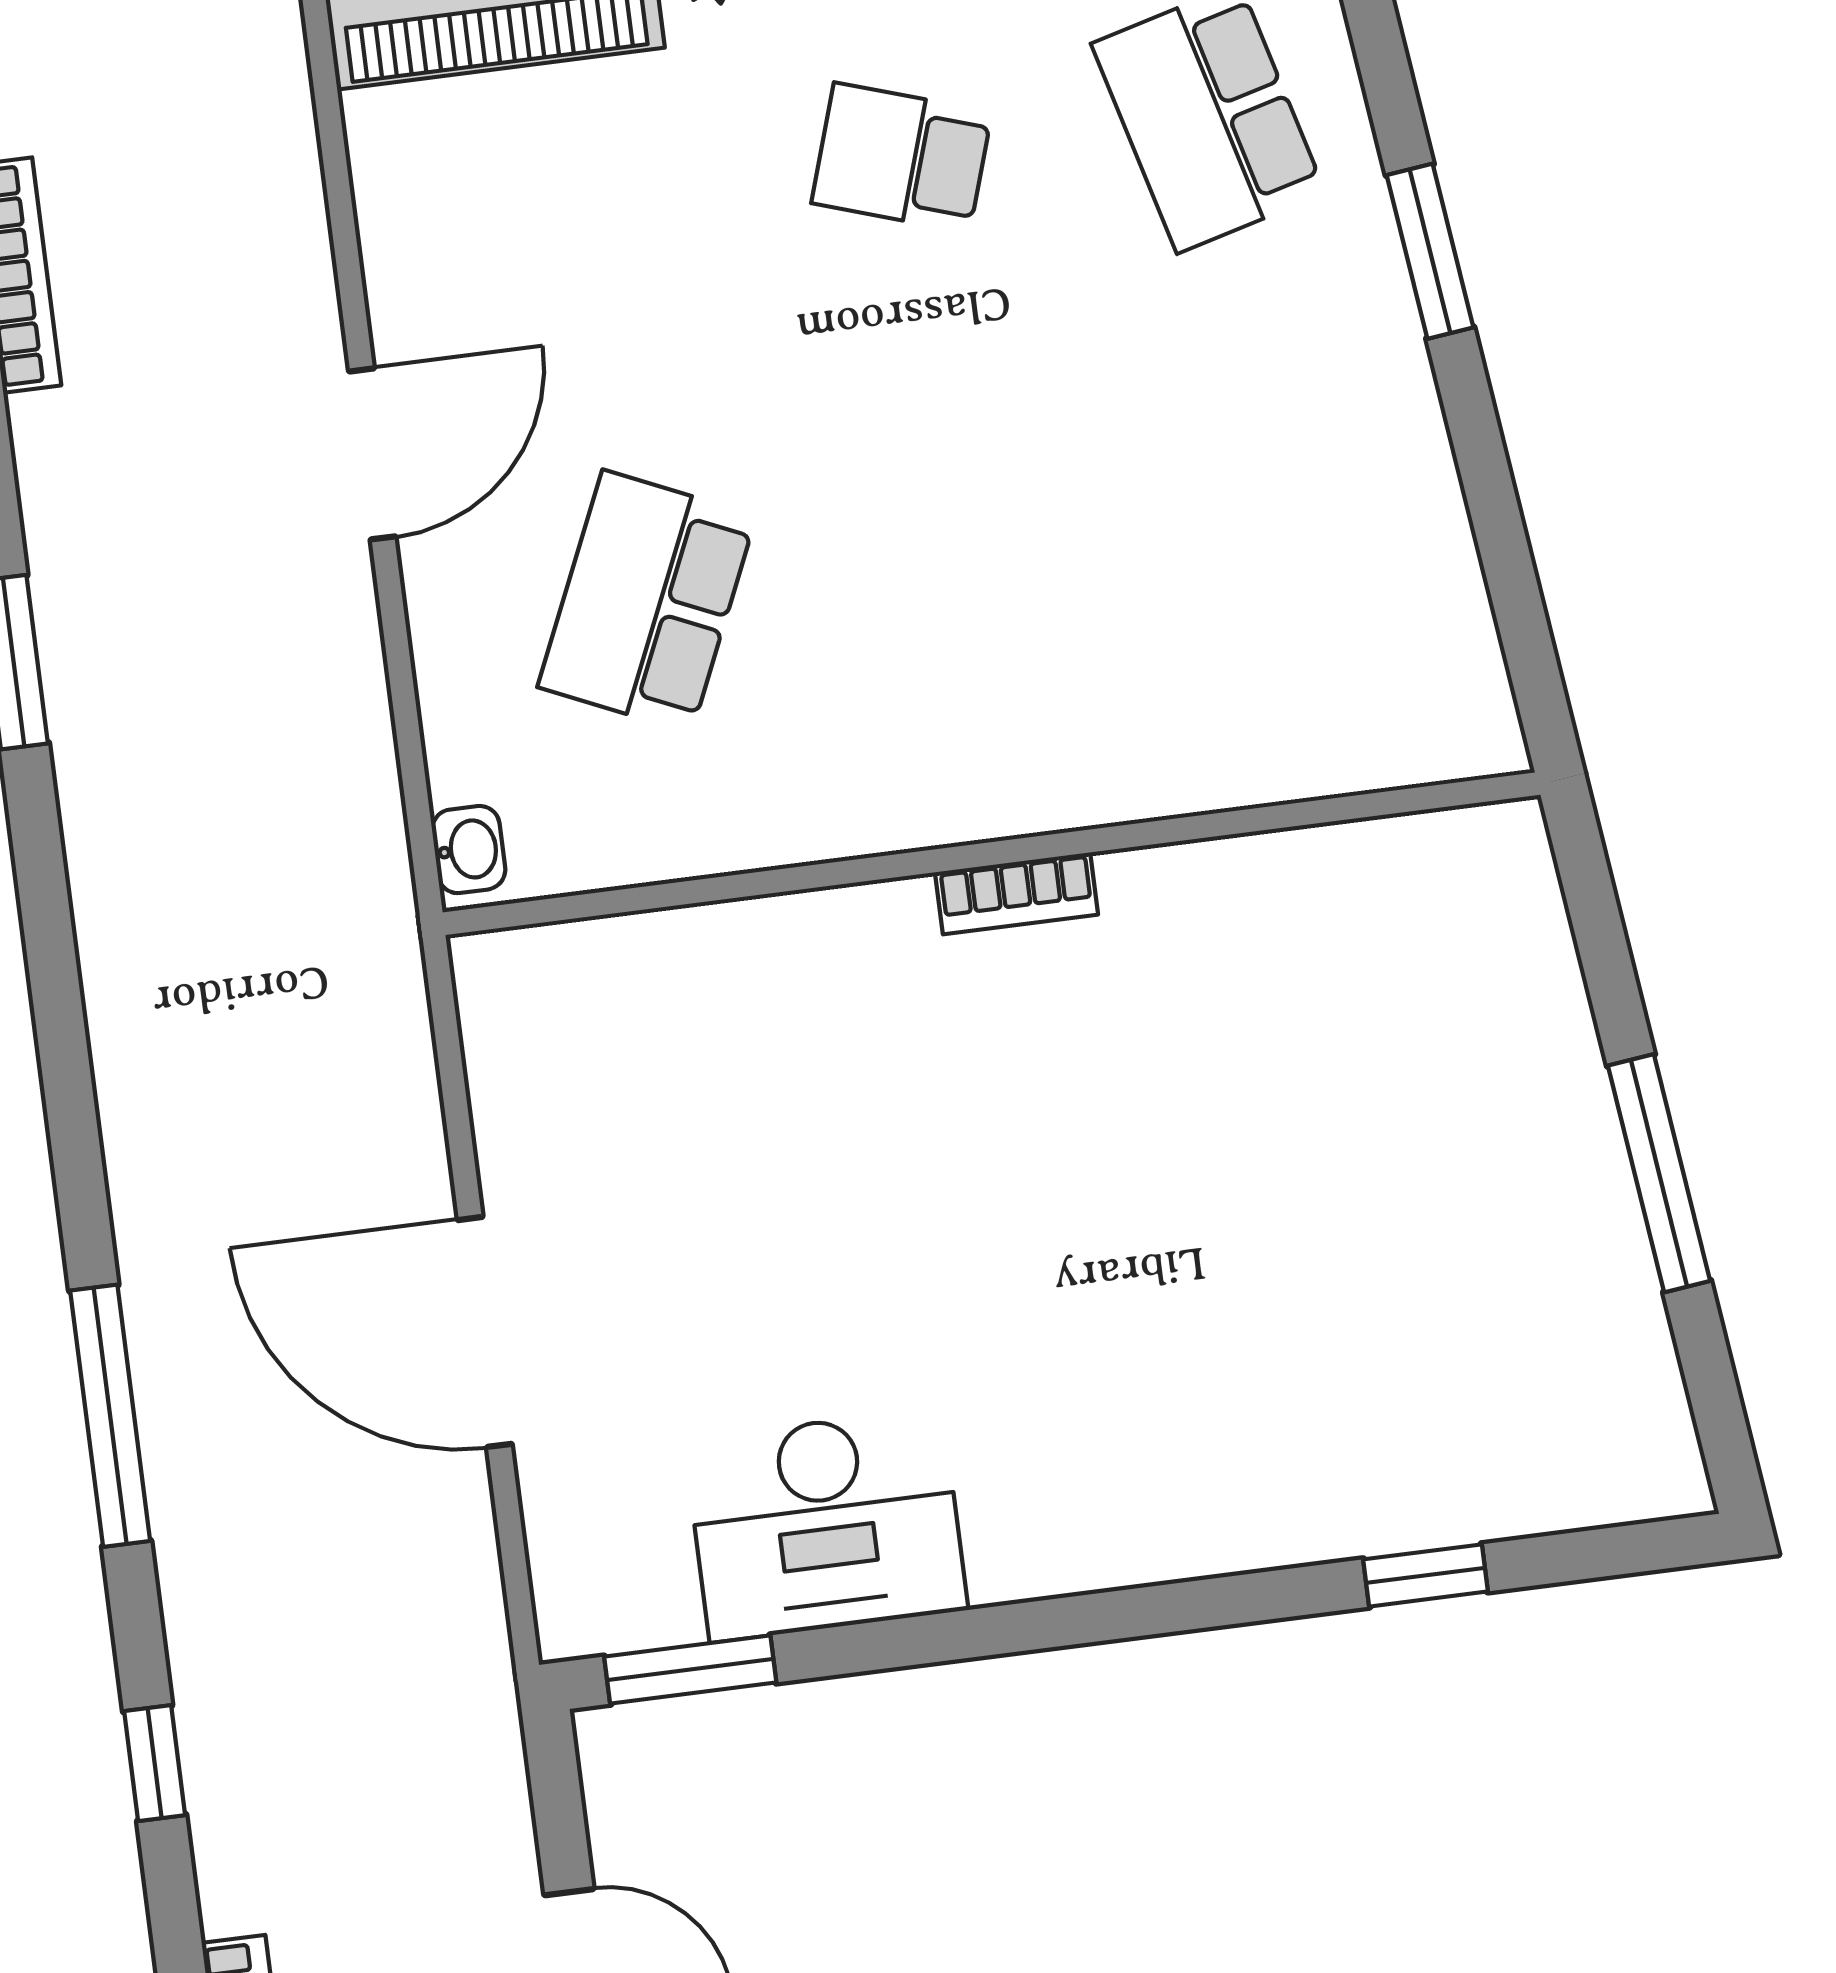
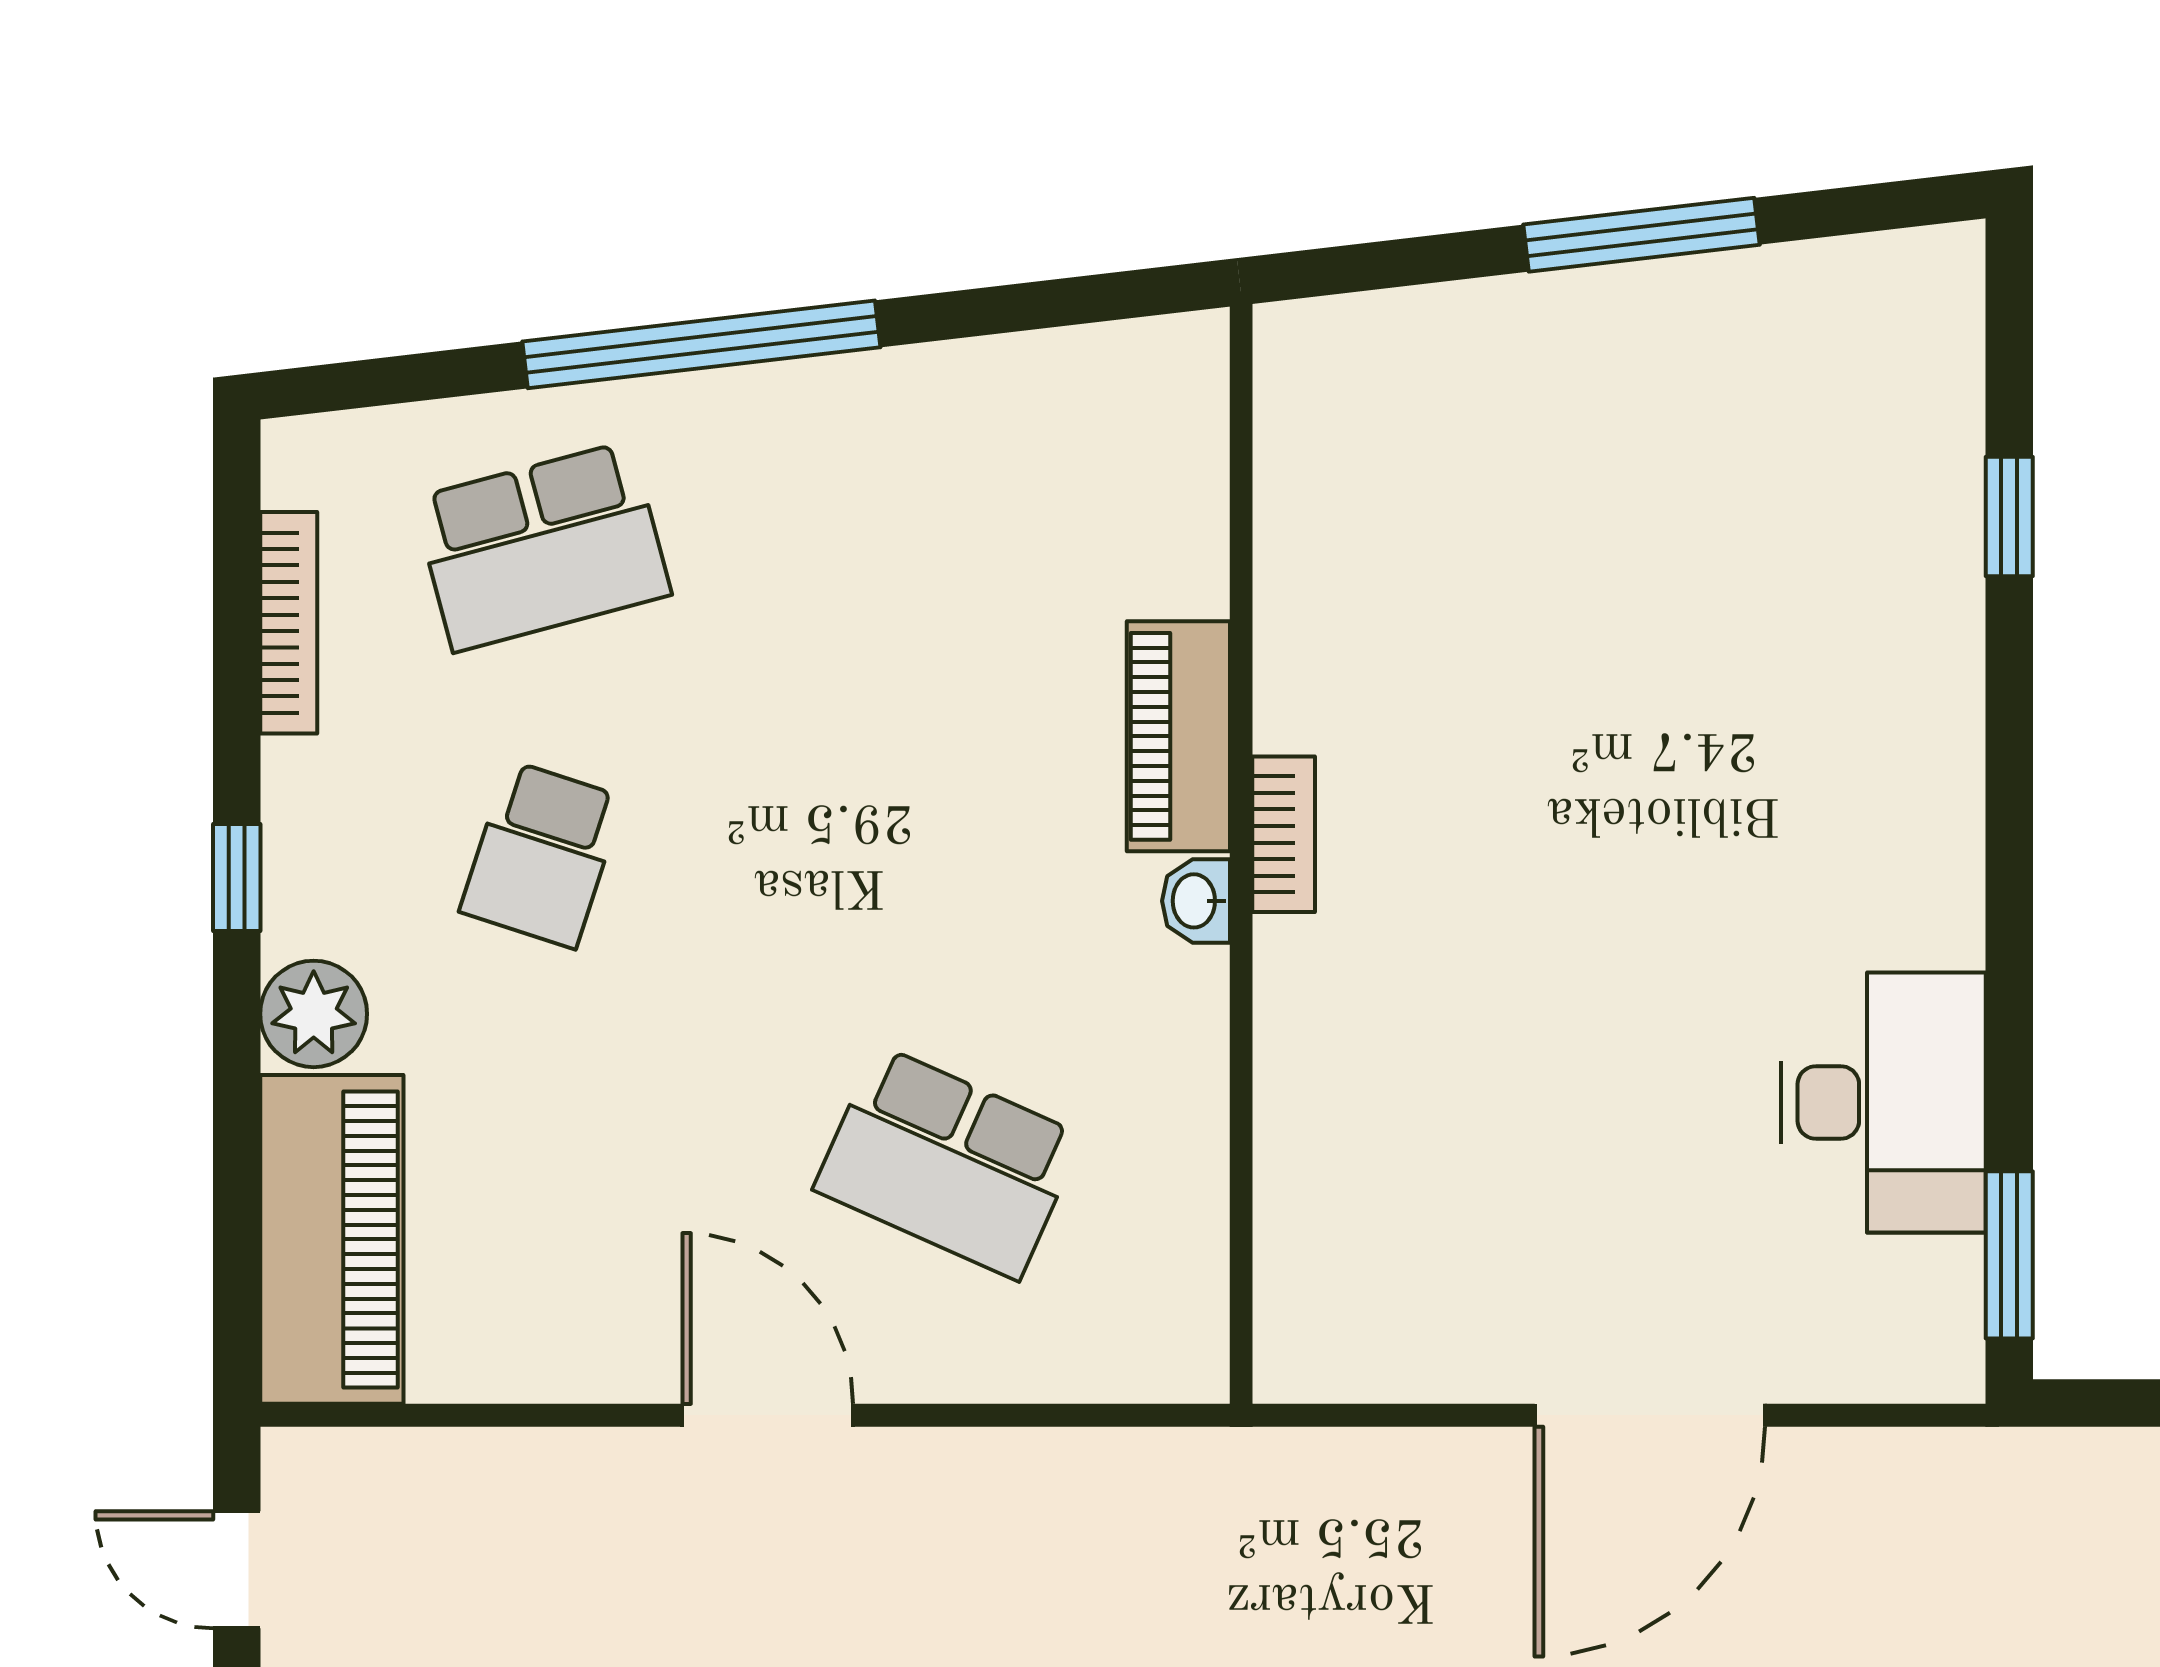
window: (1430, 251) -> (701, 344), width x2.11
piano: (1101, 776) -> (1178, 736), added
washbasin: (469, 850) -> (1196, 901), moved, turned -90

